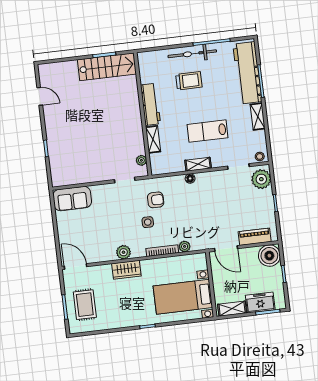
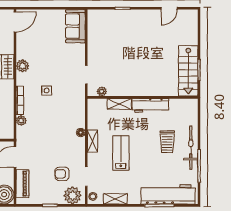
shelving: (258, 117) -> (115, 199), moved
armchair: (156, 200) -> (62, 174), moved, turned 90

